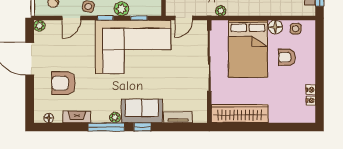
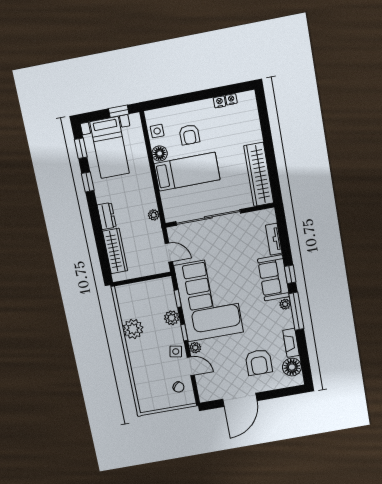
plant: (39, 26) -> (195, 348), moved
bed: (248, 49) -> (187, 172), width x0.67
floor lamp: (49, 118) -> (292, 367), width x1.89, depth x1.89

